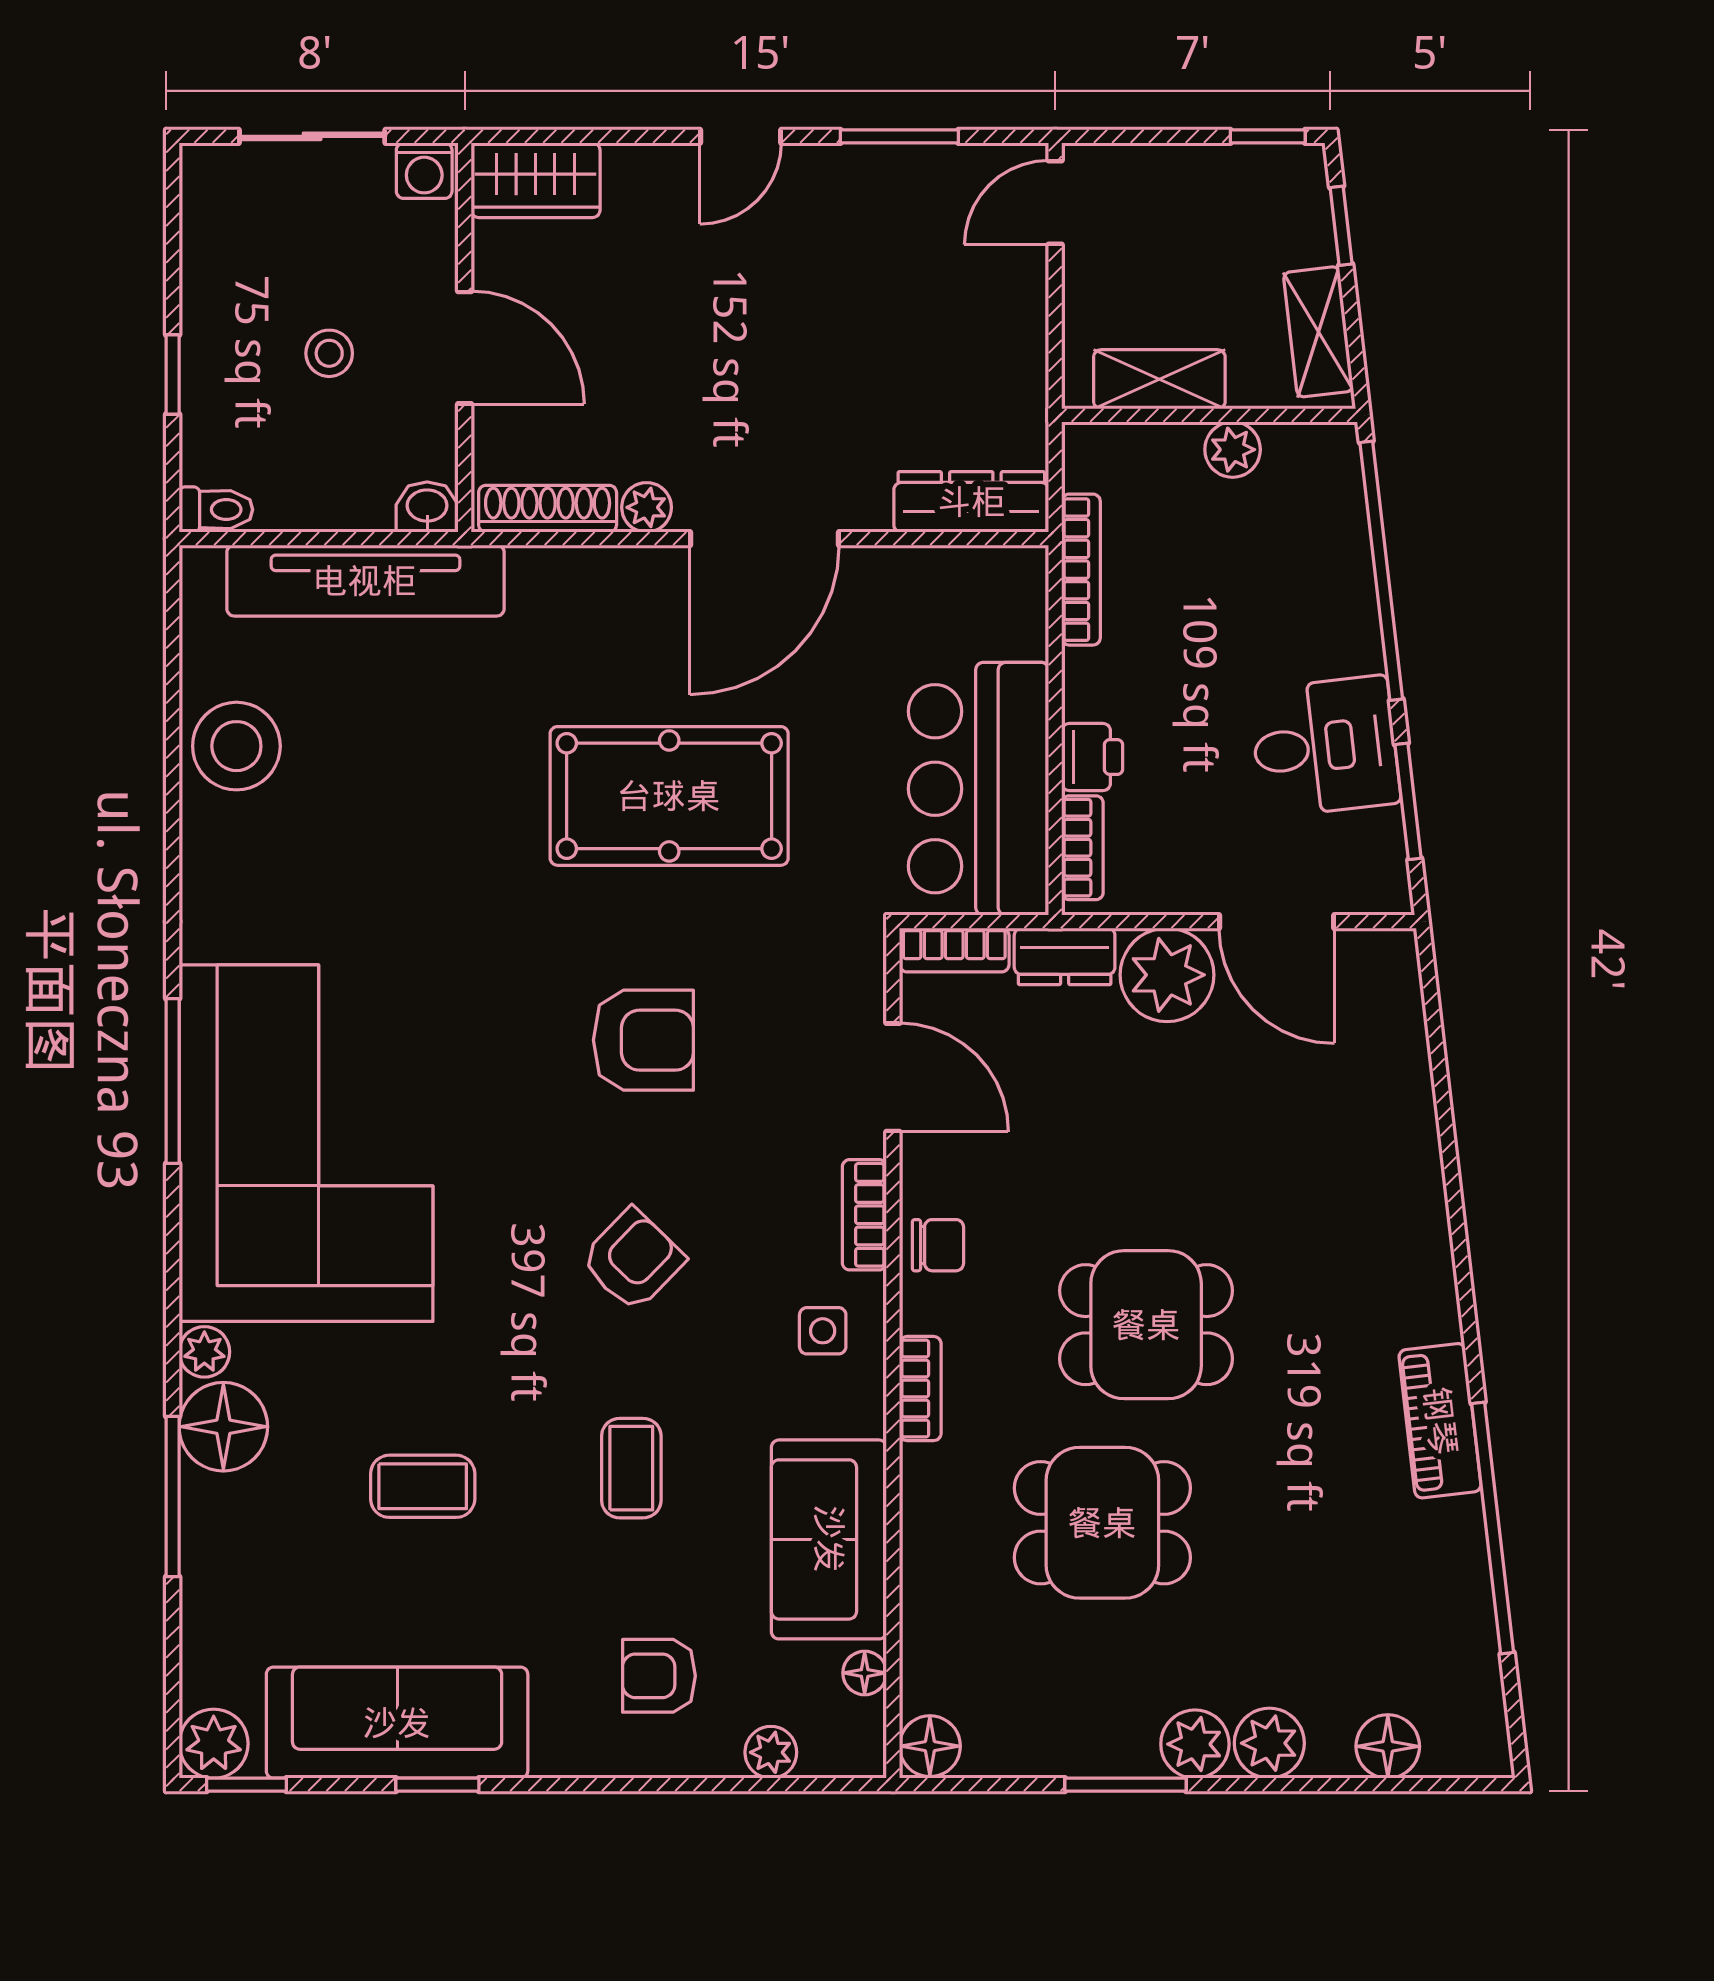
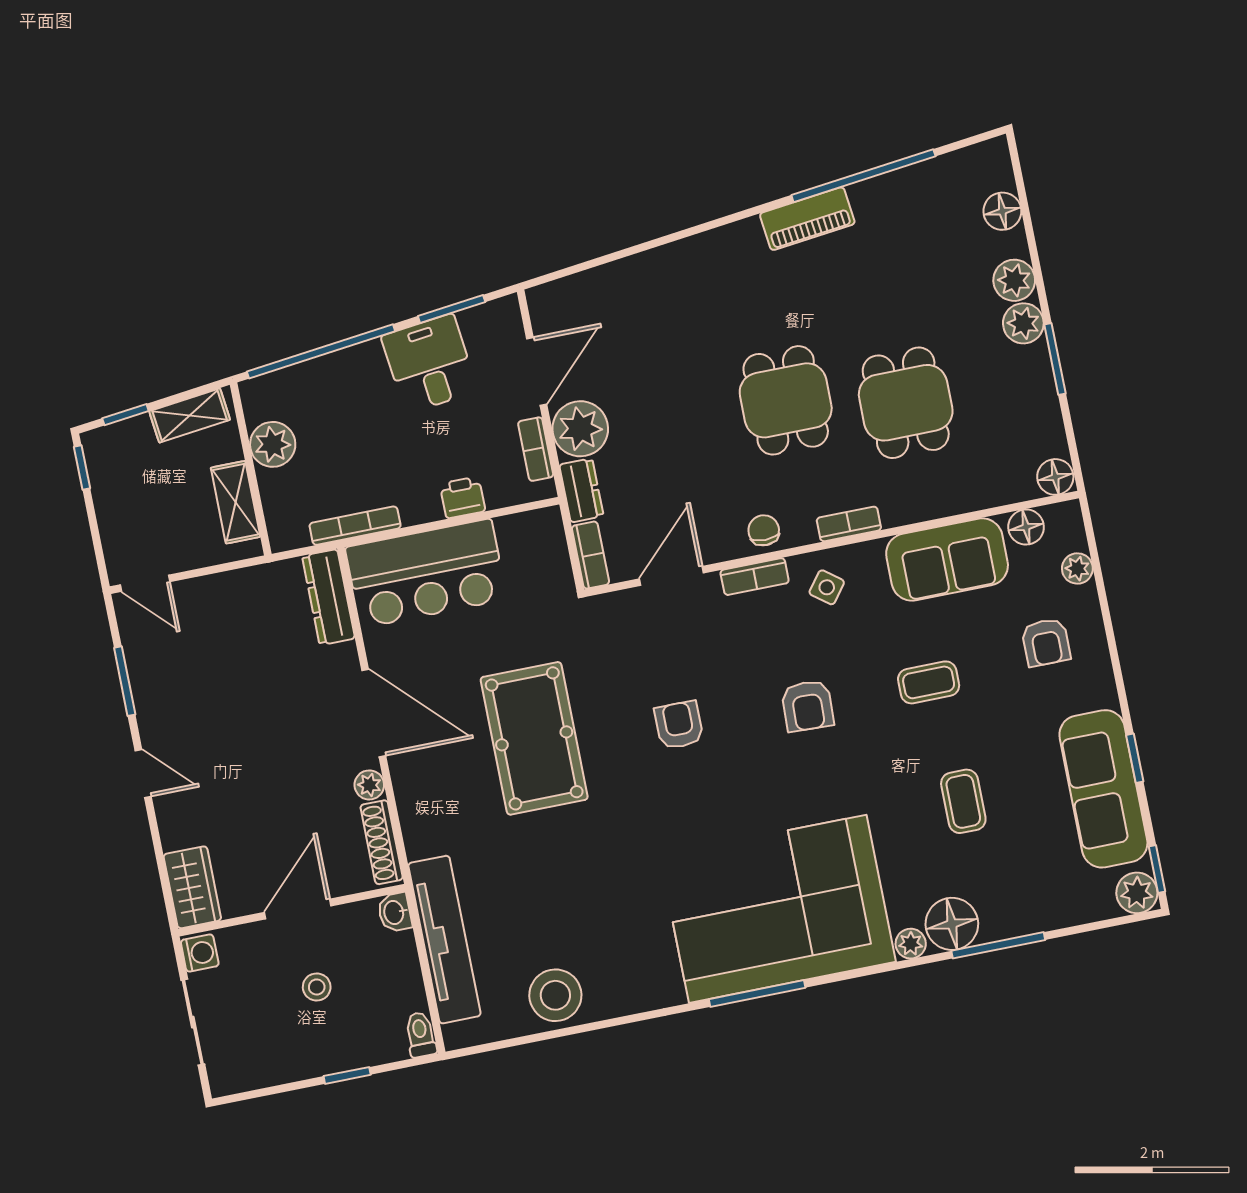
plant: (1233, 450) -> (273, 444), width x1.38, depth x1.38
bar counter: (979, 789) -> (426, 573), moved
bookcase: (1082, 848) -> (536, 449), moved, turned -90
armchair: (643, 1040) -> (679, 725), width x0.72, depth x0.72
armchair: (633, 1260) -> (808, 706), turned -132
side table: (823, 1331) -> (827, 587), turned 37
floor lamp: (865, 1673) -> (1026, 527), width x1.37, depth x1.37

